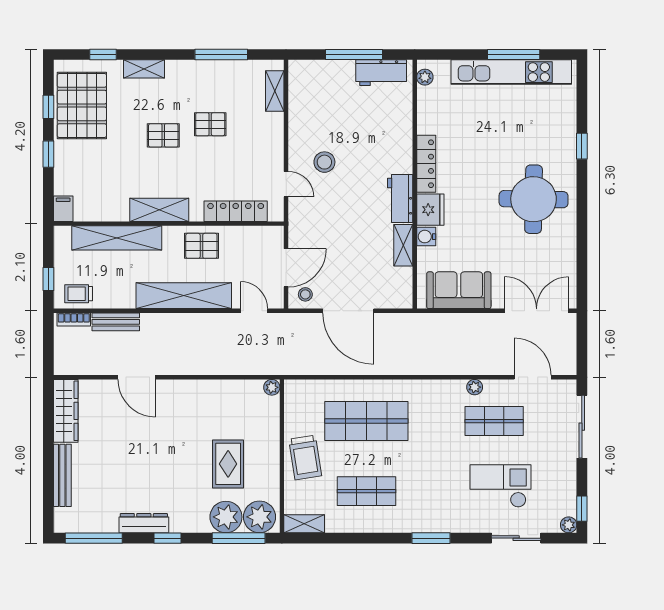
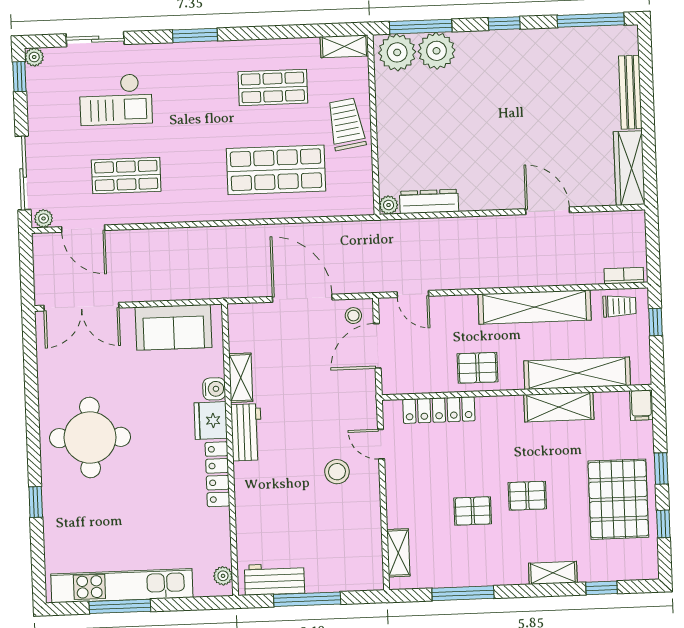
pallet: (82, 105) -> (618, 499), moved
shelving: (159, 210) -> (559, 407), moved
shelving: (184, 296) -> (535, 307), moved
bench: (116, 322) -> (575, 275), removed
plant: (475, 387) -> (44, 218), moved
rug: (228, 464) -> (436, 113), removed
dresser: (144, 523) -> (429, 201), moved, turned 180

